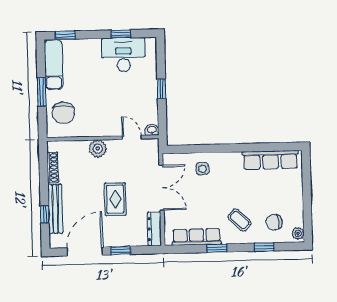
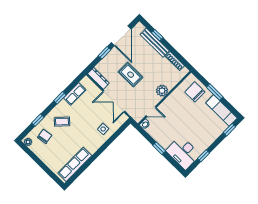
desk: (123, 55) -> (183, 153), moved, turned 90
row of seats: (197, 237) -> (75, 94), width x0.68

